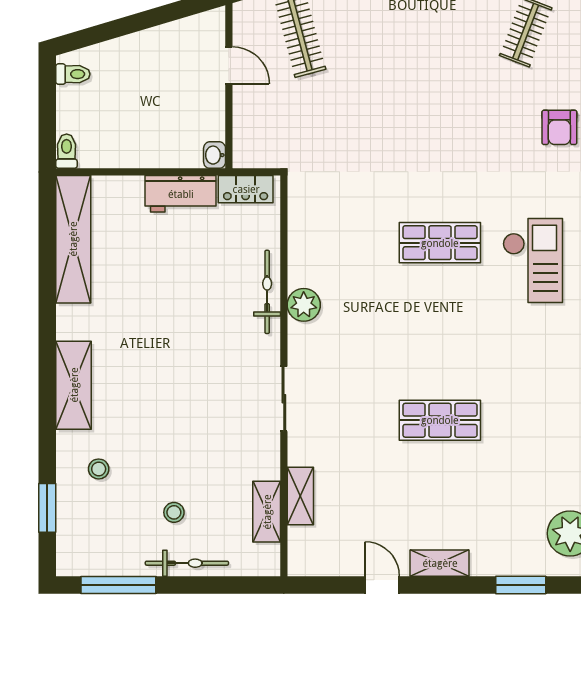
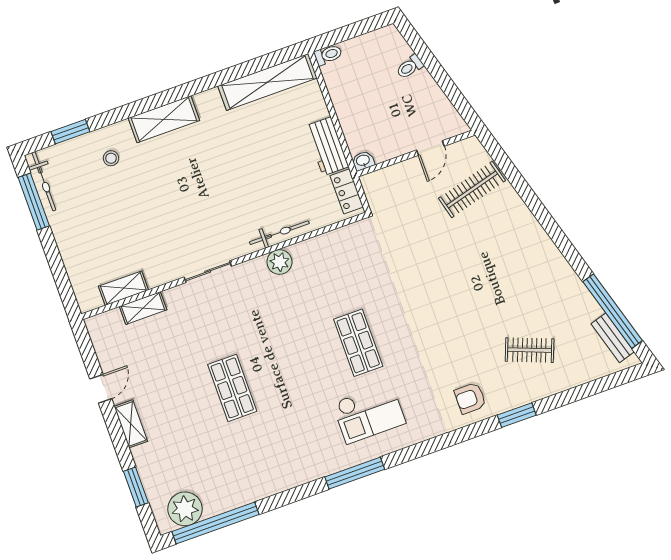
toilet: (73, 74) -> (410, 67), moved, turned 73
stool: (174, 512) -> (99, 223), removed
bicycle: (187, 563) -> (44, 181), moved

